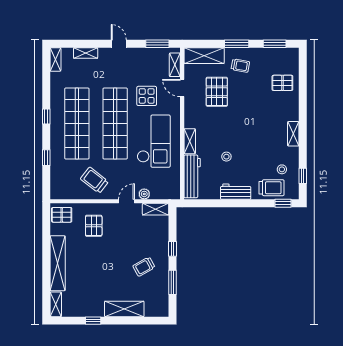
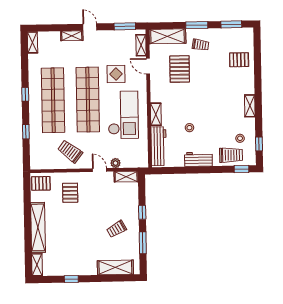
shelving: (86, 53) -> (72, 36), moved
door: (126, 201) -> (100, 170), hinge flipped
shelving: (124, 309) -> (115, 267), moved

